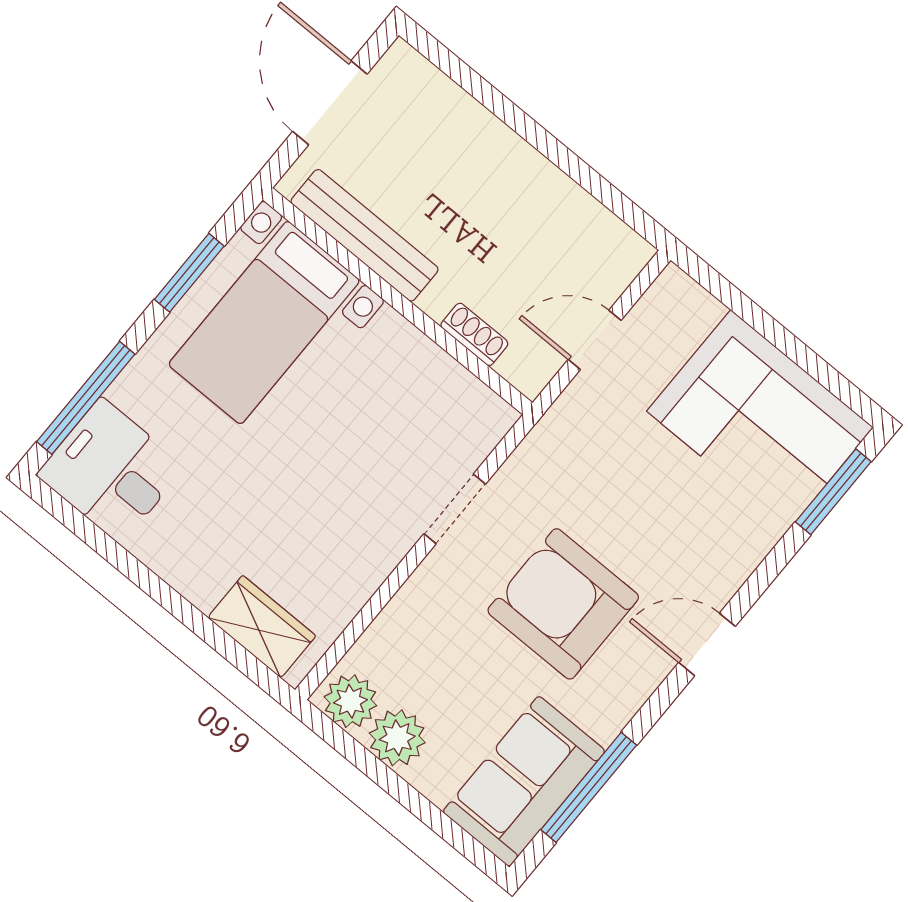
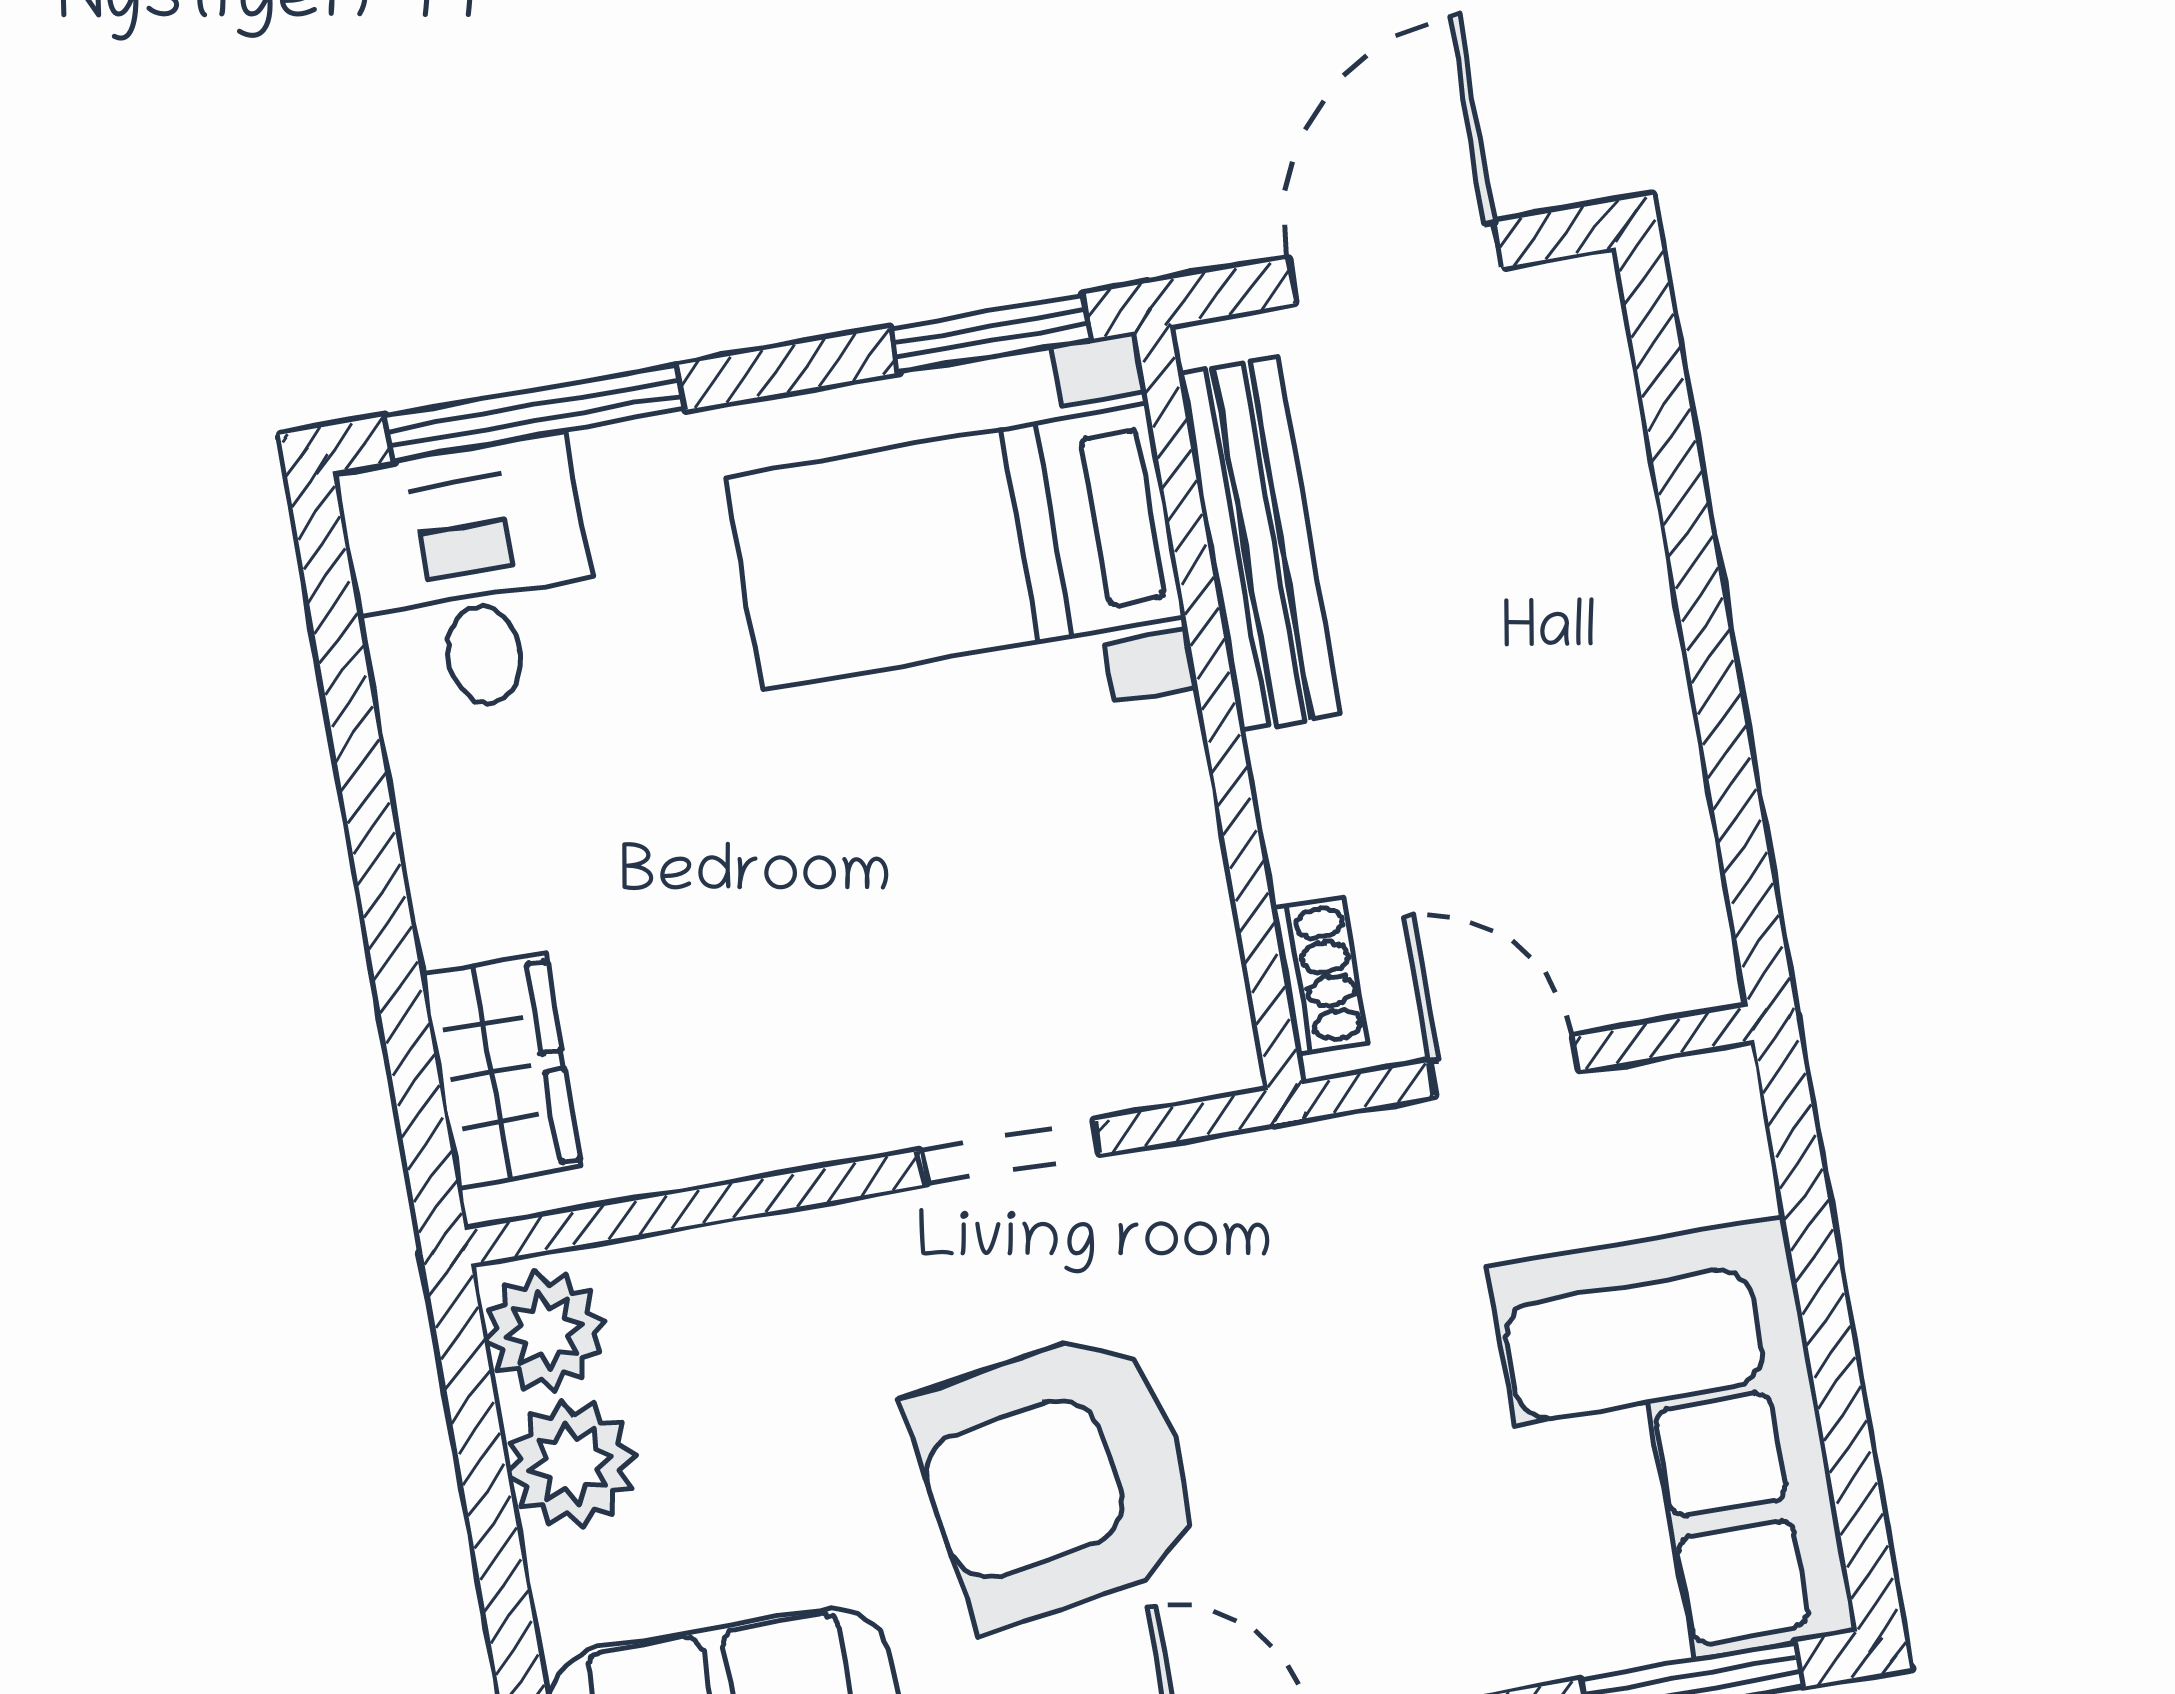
window: (189, 273) -> (991, 333), moved
shoe rack: (474, 334) -> (1320, 976), moved
armchair: (563, 604) -> (1058, 1478), turned -99

